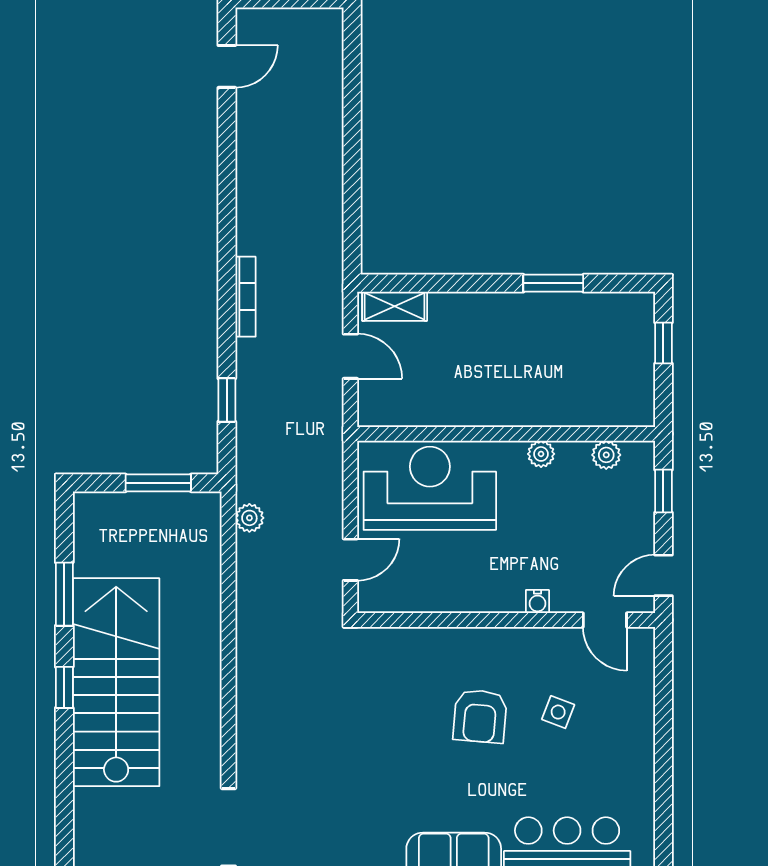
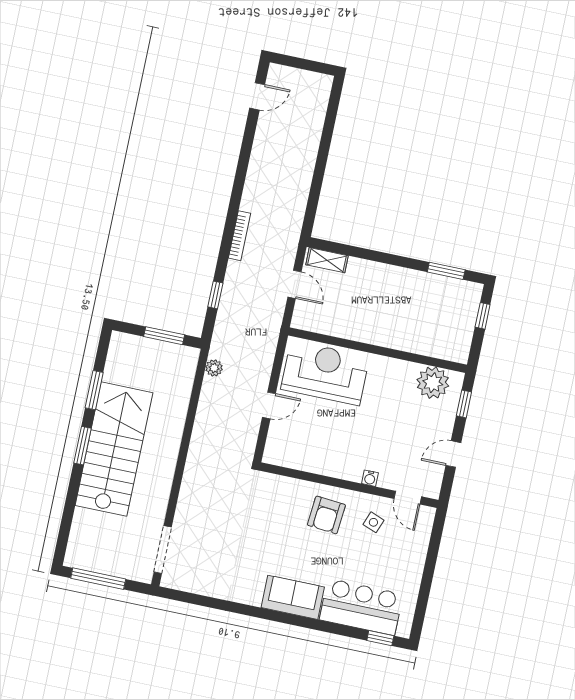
window: (553, 283) -> (446, 271), moved
plant: (541, 454) -> (396, 366), removed
plant: (606, 455) -> (433, 383), width x1.87, depth x1.87
water cooler: (537, 602) -> (370, 478), moved
wall: (506, 620) -> (349, 485), moved
door: (605, 620) -> (408, 498), moved
window: (64, 687) -> (83, 446), width x1.50

